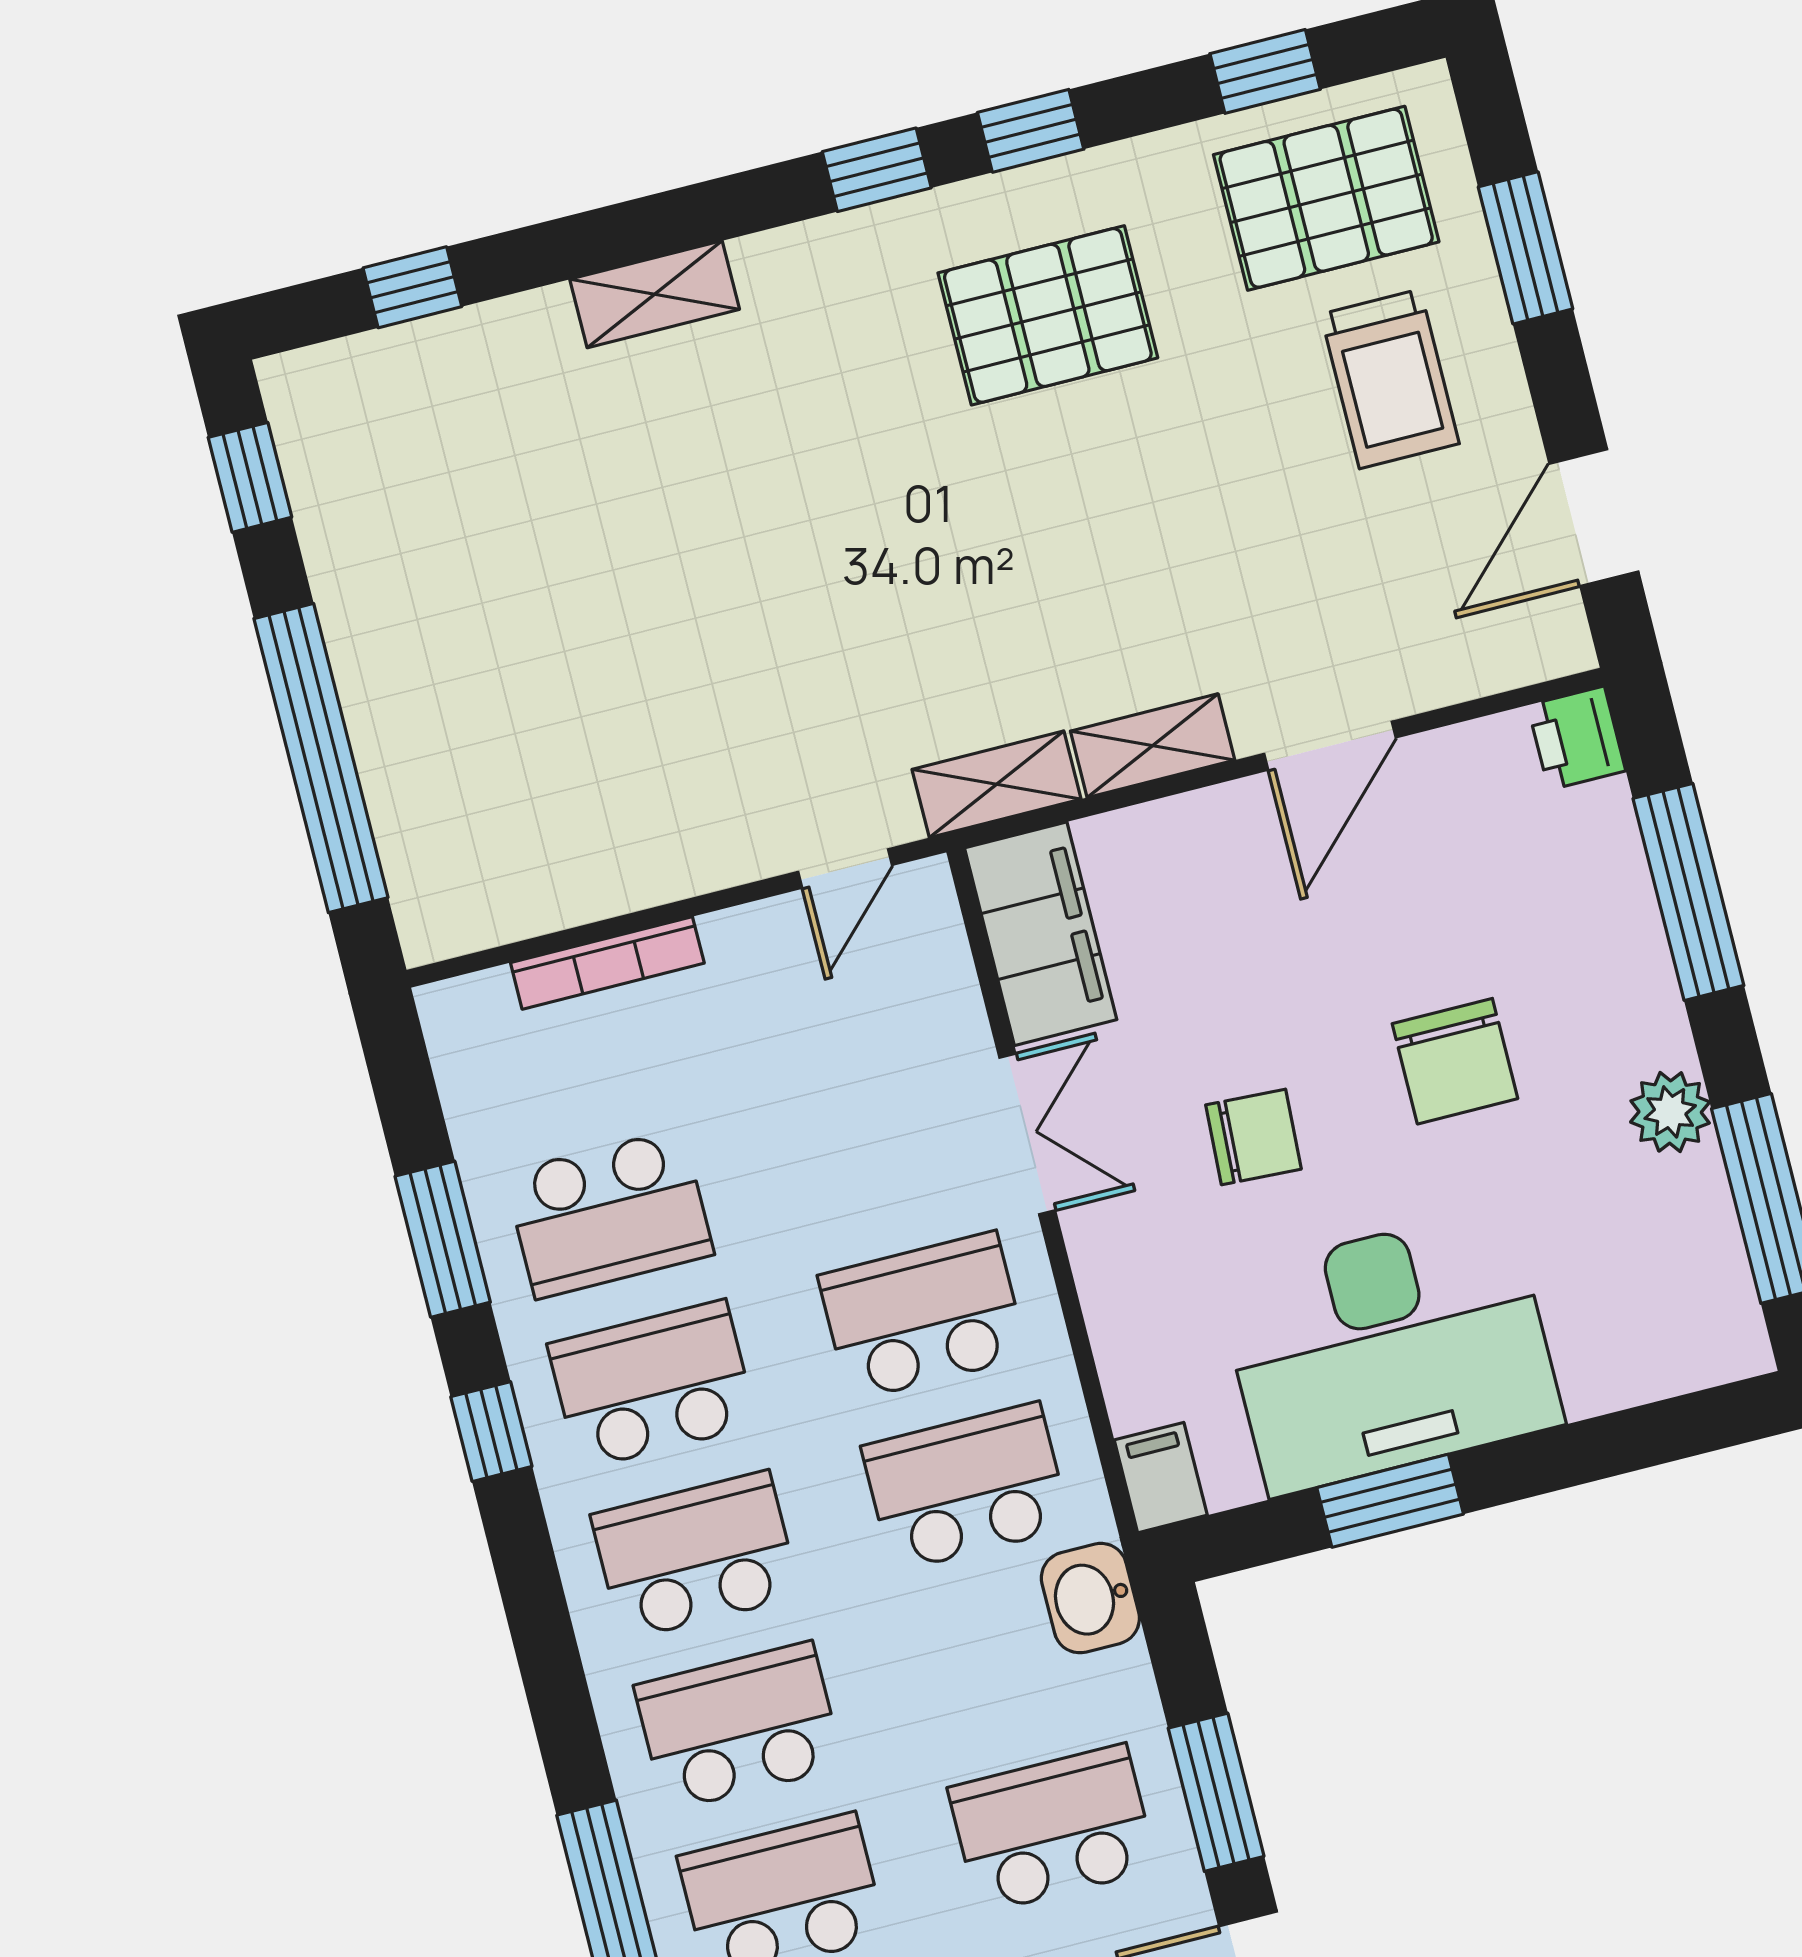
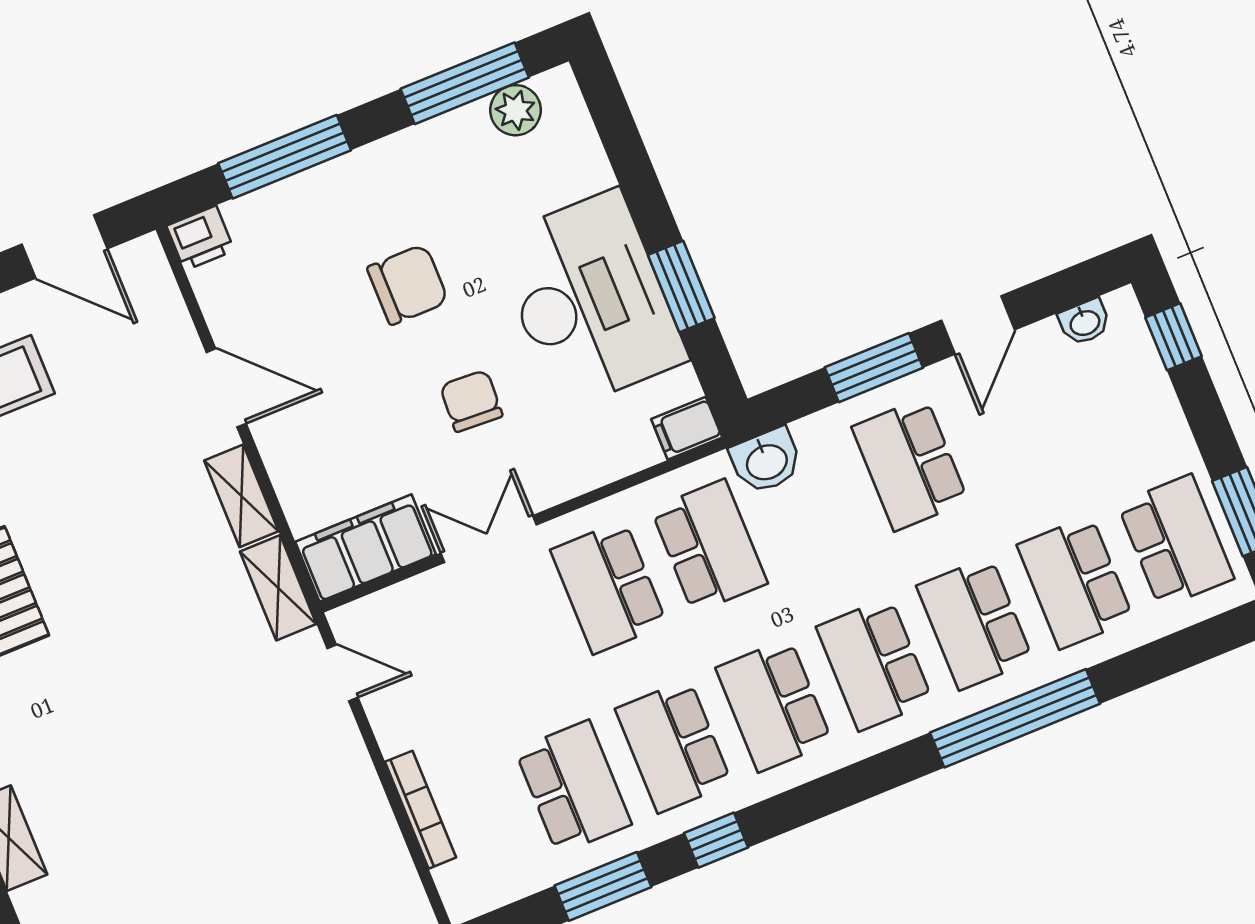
plant: (1670, 1112) -> (516, 110), moved
school desk: (966, 1487) -> (709, 546), turned 180

